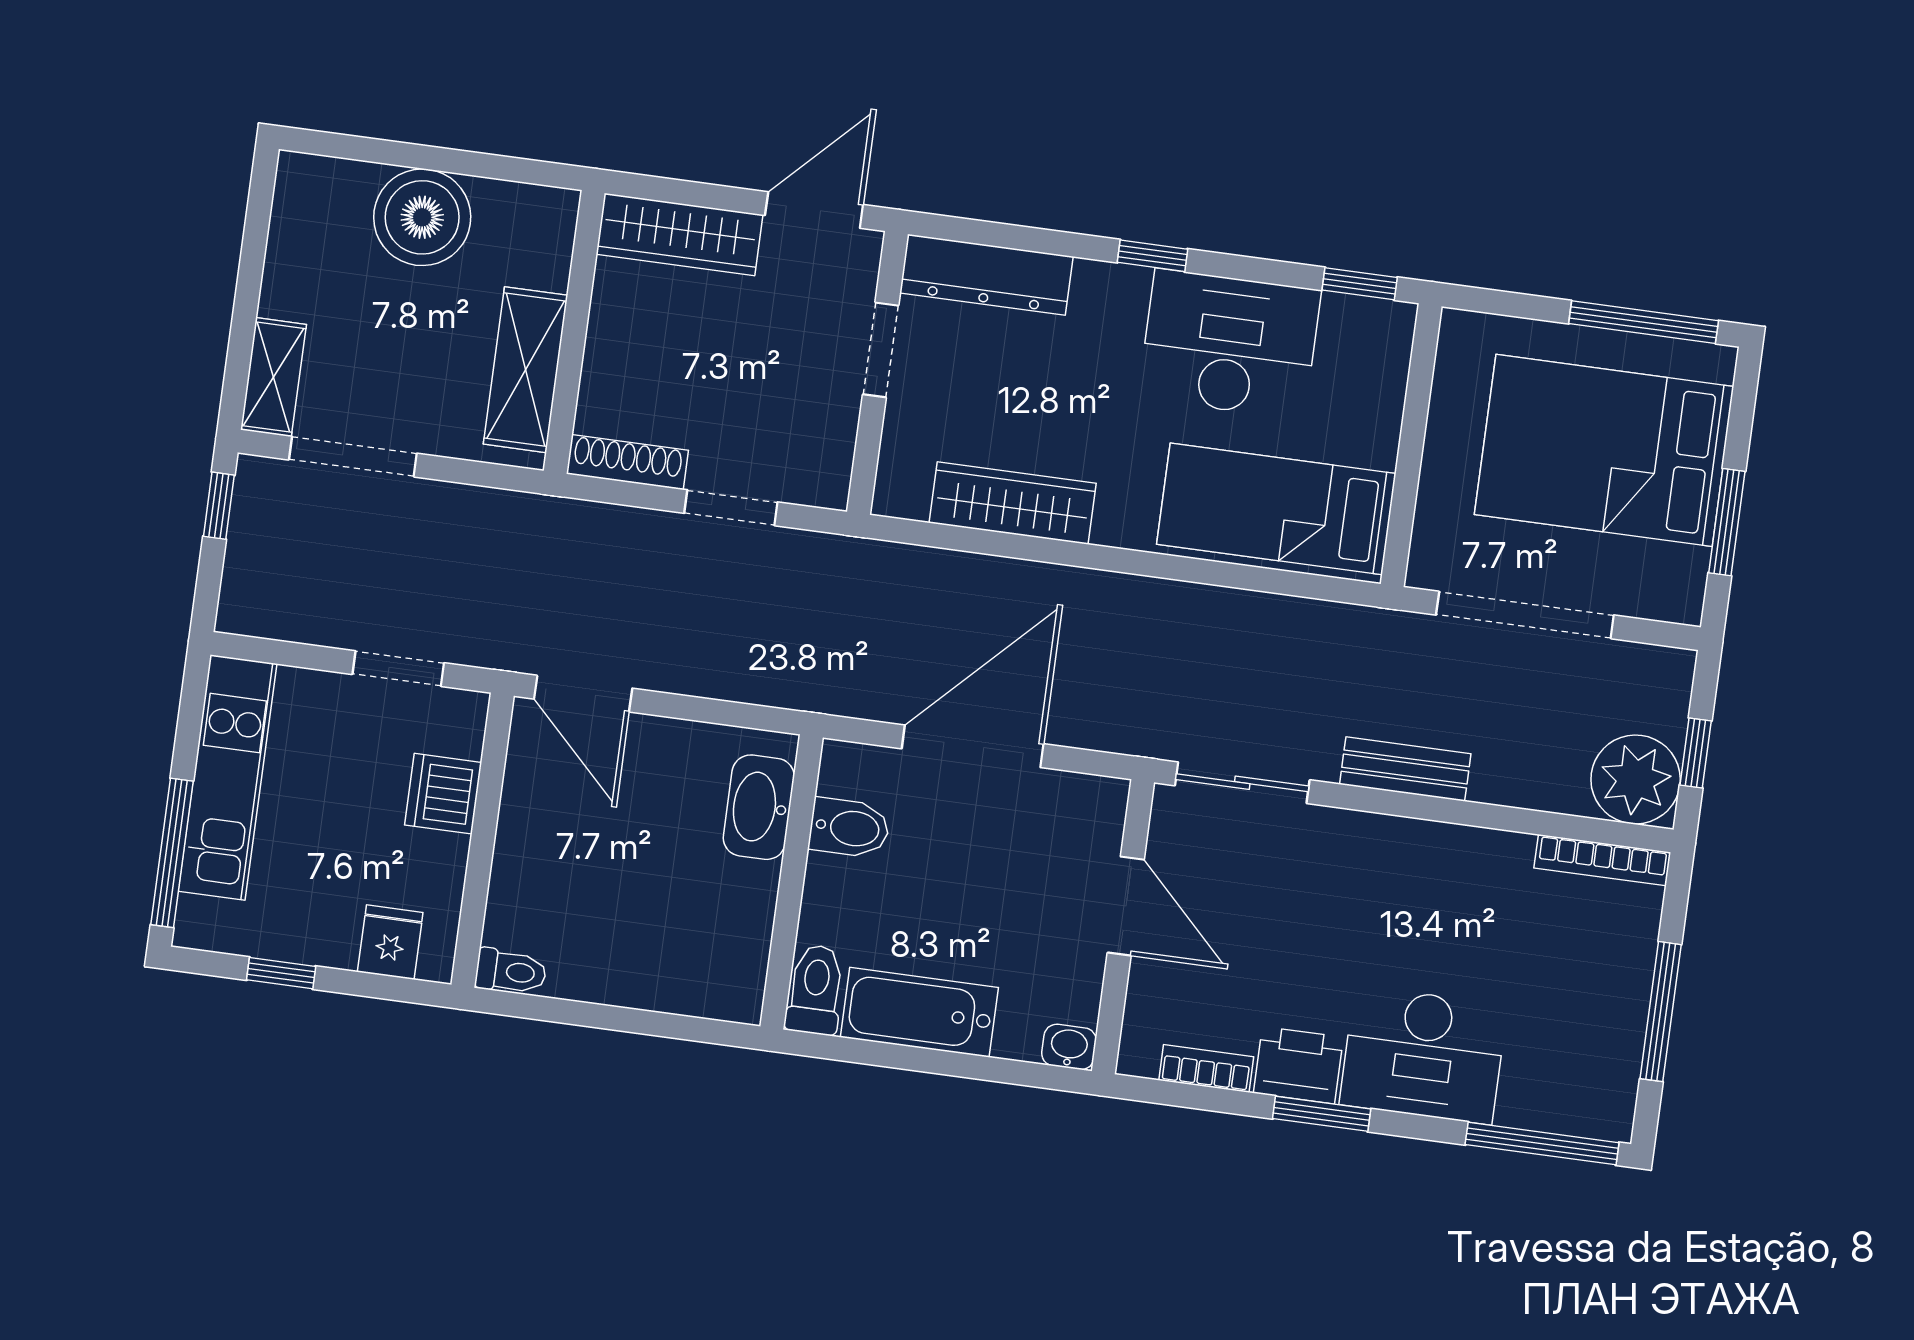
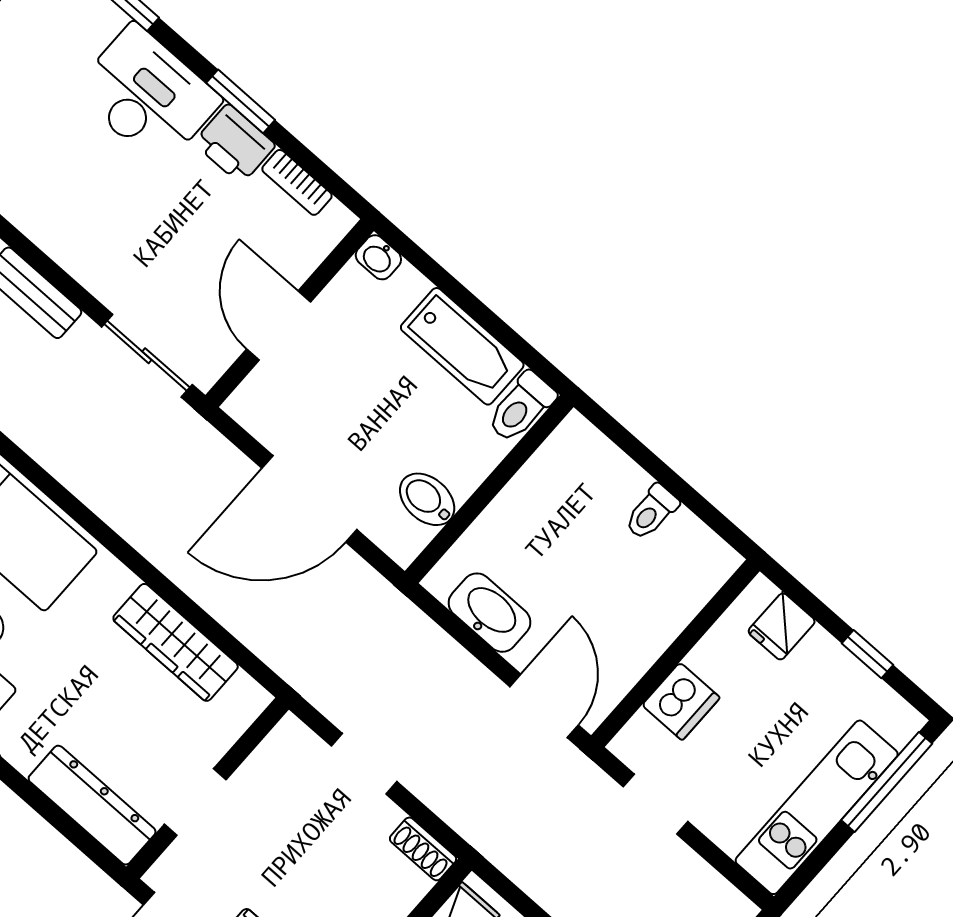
shoe rack: (627, 462) -> (423, 849), width x0.70
washbasin: (759, 807) -> (489, 613), moved, turned -90
toilet: (511, 971) -> (652, 512), moved, turned -90

